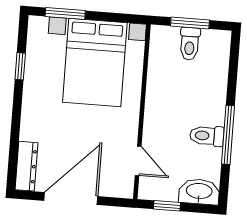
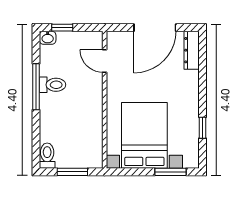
toilet: (190, 44) -> (47, 156), moved
washbasin: (199, 192) -> (48, 38), width x0.52, depth x0.69
window: (167, 206) -> (62, 28), moved

